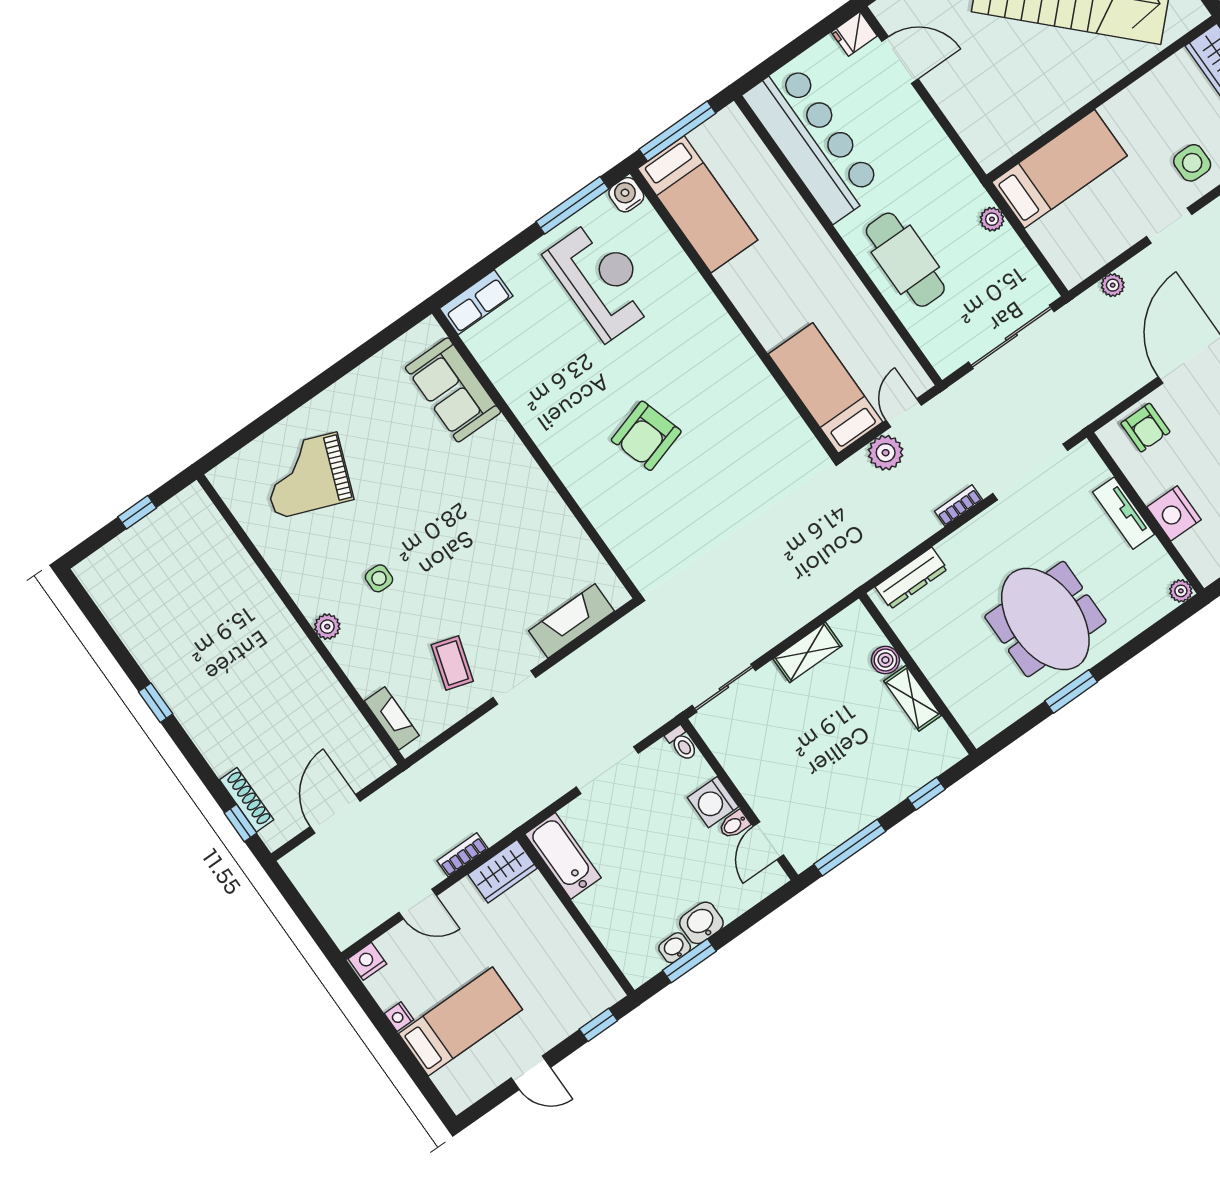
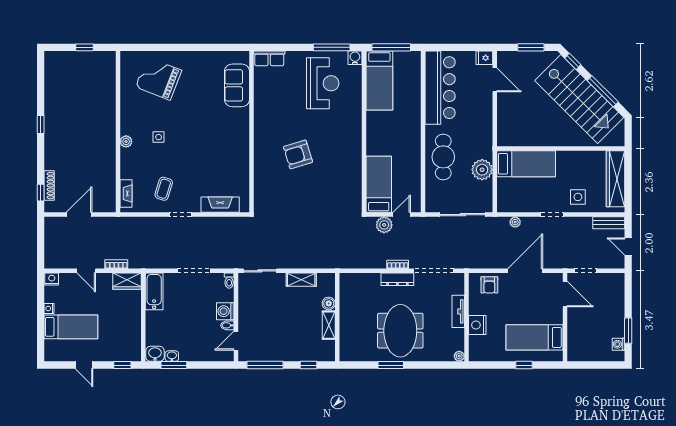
plant: (992, 219) -> (482, 170), width x1.87, depth x1.87
dresser: (911, 578) -> (397, 279), moved
washbasin: (701, 923) -> (155, 354), moved

